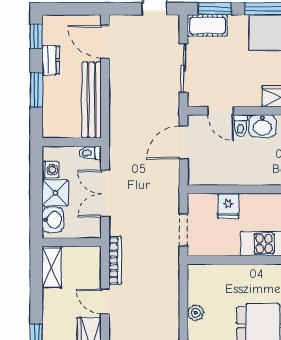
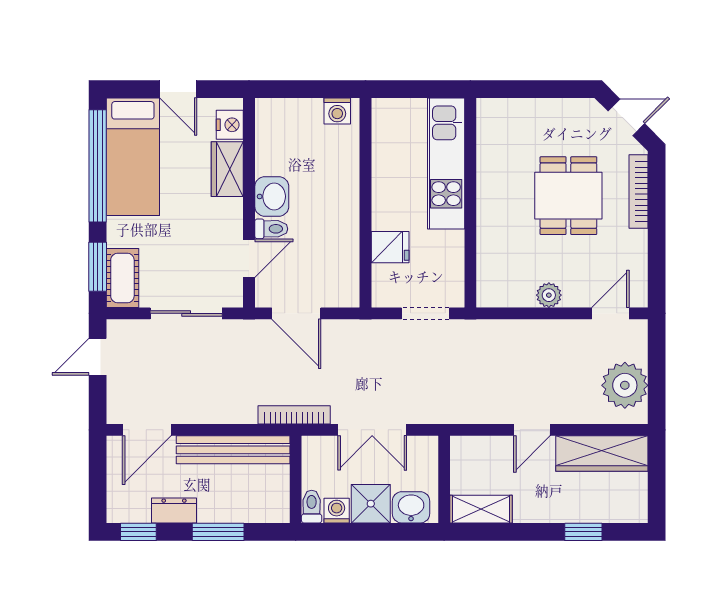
toilet: (90, 153) -> (312, 507), moved, turned 180
bookcase: (115, 260) -> (294, 415), moved

